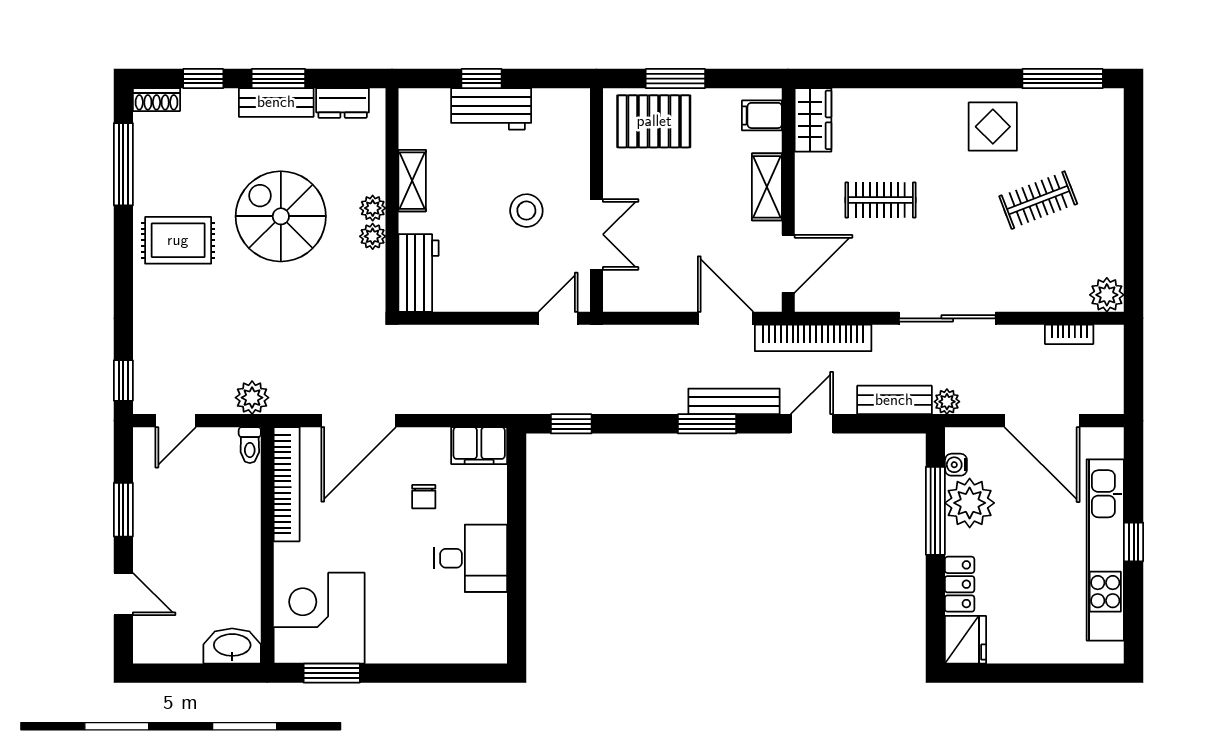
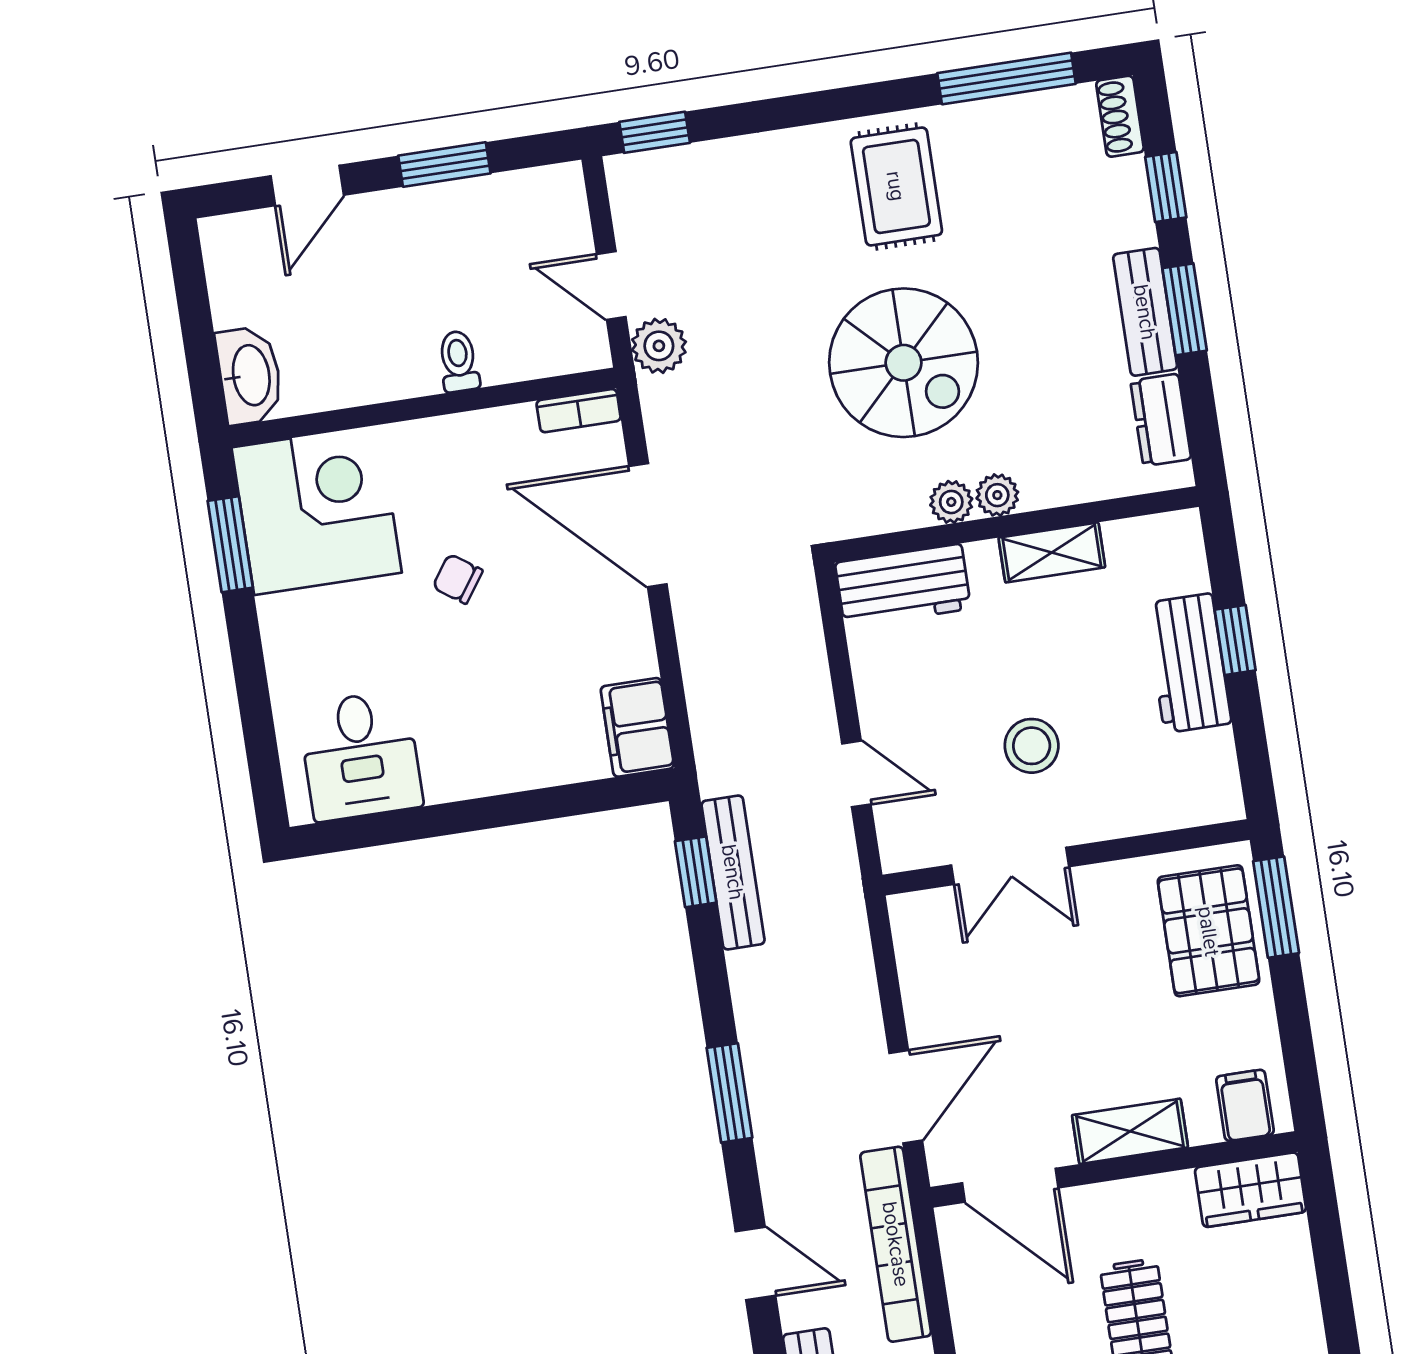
window: (675, 79) -> (1276, 907), moved
spiral stairs: (281, 216) -> (904, 363), moved, turned 90
door: (558, 318) -> (856, 774), moved
bench: (734, 401) -> (733, 872), moved
door: (176, 421) -> (611, 285), moved
toilet: (250, 445) -> (459, 361), moved, turned 90
bookcase: (287, 484) -> (579, 411), width x0.43, depth x0.76
chair: (424, 497) -> (458, 579), moved, turned 35
desk: (471, 558) -> (360, 756), moved

